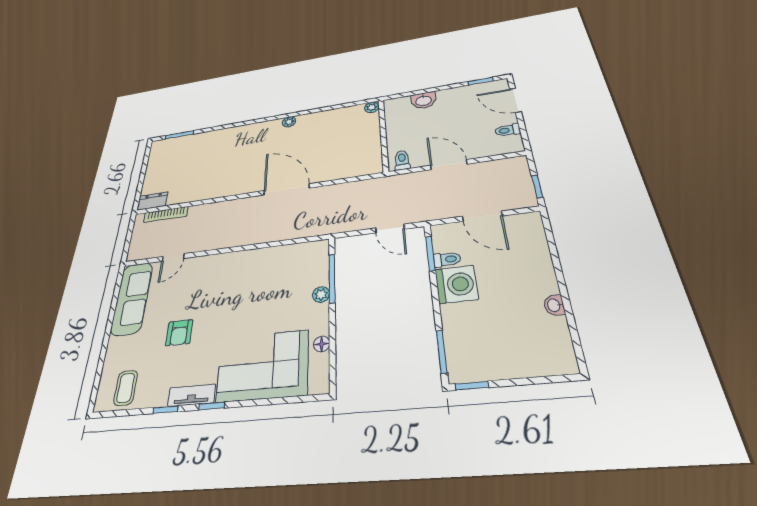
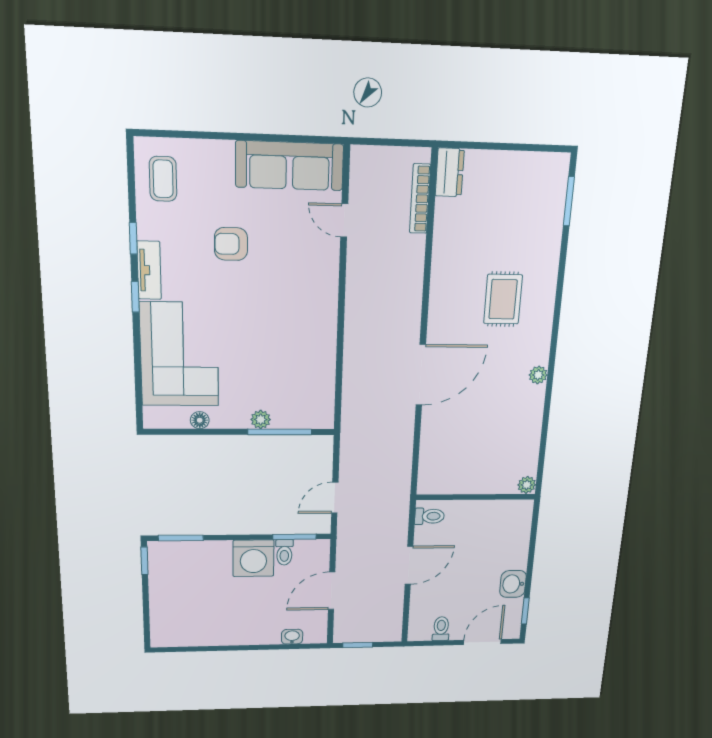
washbasin: (424, 100) -> (513, 584), moved
rug: (236, 154) -> (503, 299), added
washbasin: (554, 305) -> (292, 637), moved
coffee table: (126, 388) -> (163, 179), turned 90

